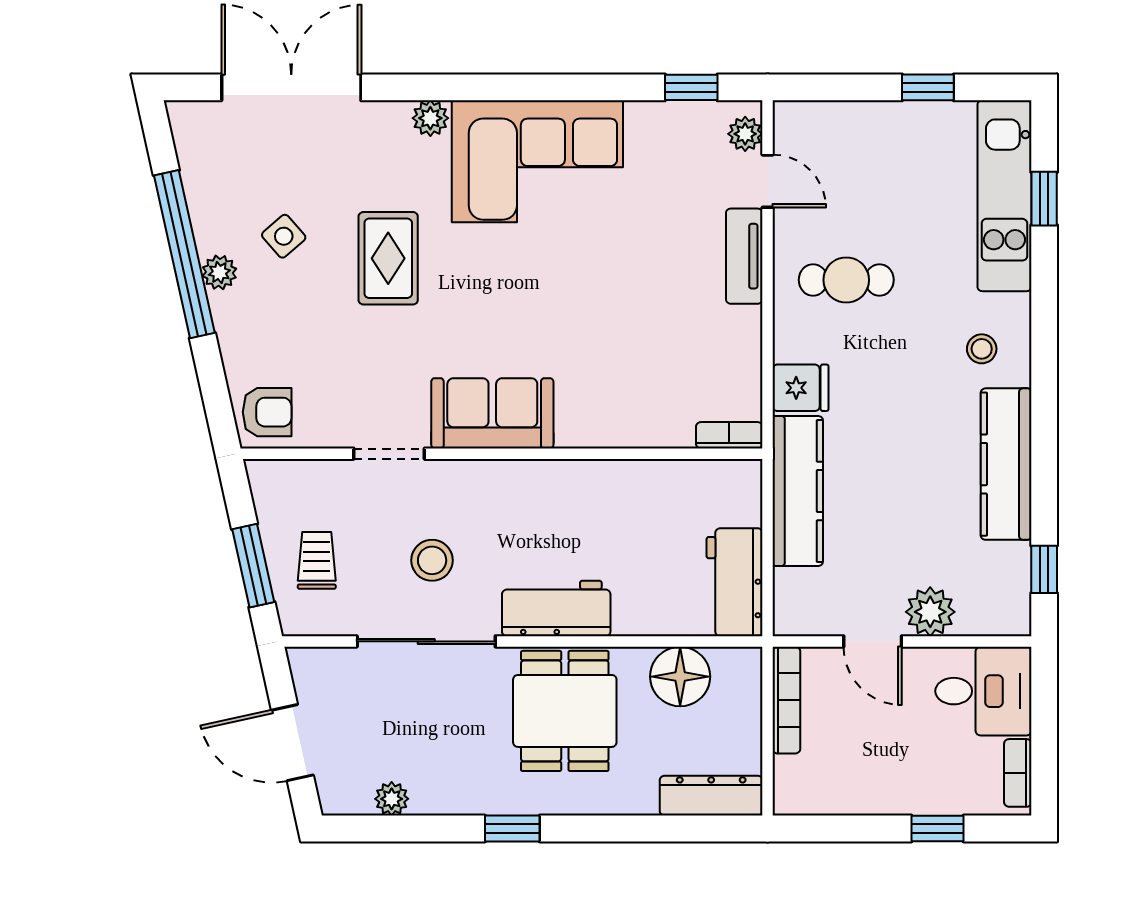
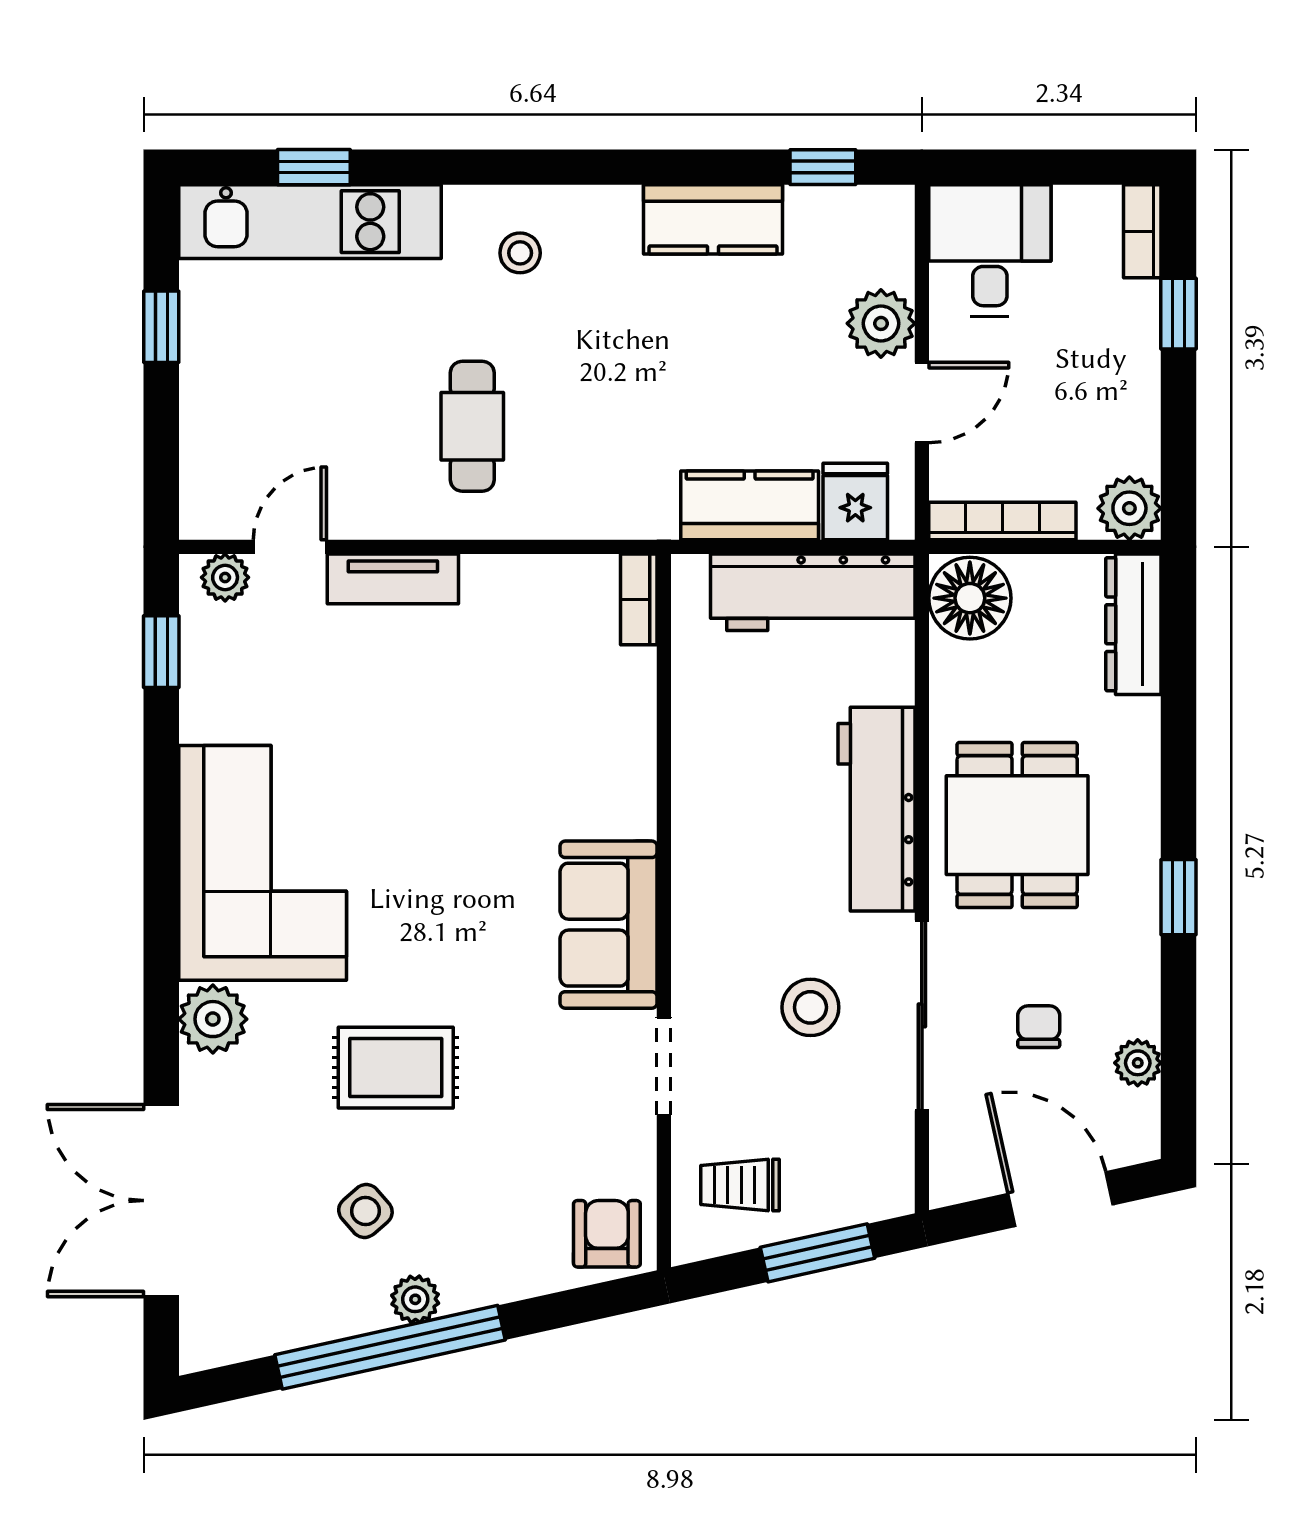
plant: (430, 118) -> (213, 1019), width x1.38, depth x1.38
cafe table: (846, 280) -> (472, 426), moved
fridge: (801, 388) -> (855, 501), moved
kitchen counter: (1006, 464) -> (713, 219), width x0.67
kitchen counter: (798, 491) -> (750, 505), width x0.67
trolley: (317, 560) -> (740, 1185), moved
workbench: (734, 582) -> (813, 592), width x1.38
workbench: (556, 608) -> (876, 809), width x1.38
floor lamp: (680, 677) -> (970, 598), moved
dining table: (565, 711) -> (1017, 825), turned 90
chair: (418, 727) -> (1039, 1027), added
door: (292, 743) -> (1061, 1199), swing flipped
bookcase: (1018, 773) -> (1142, 231), moved, turned 90
plant: (796, 793) -> (1129, 508), added

